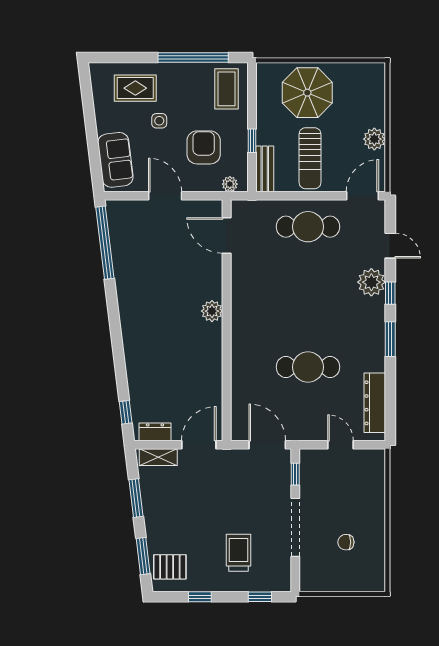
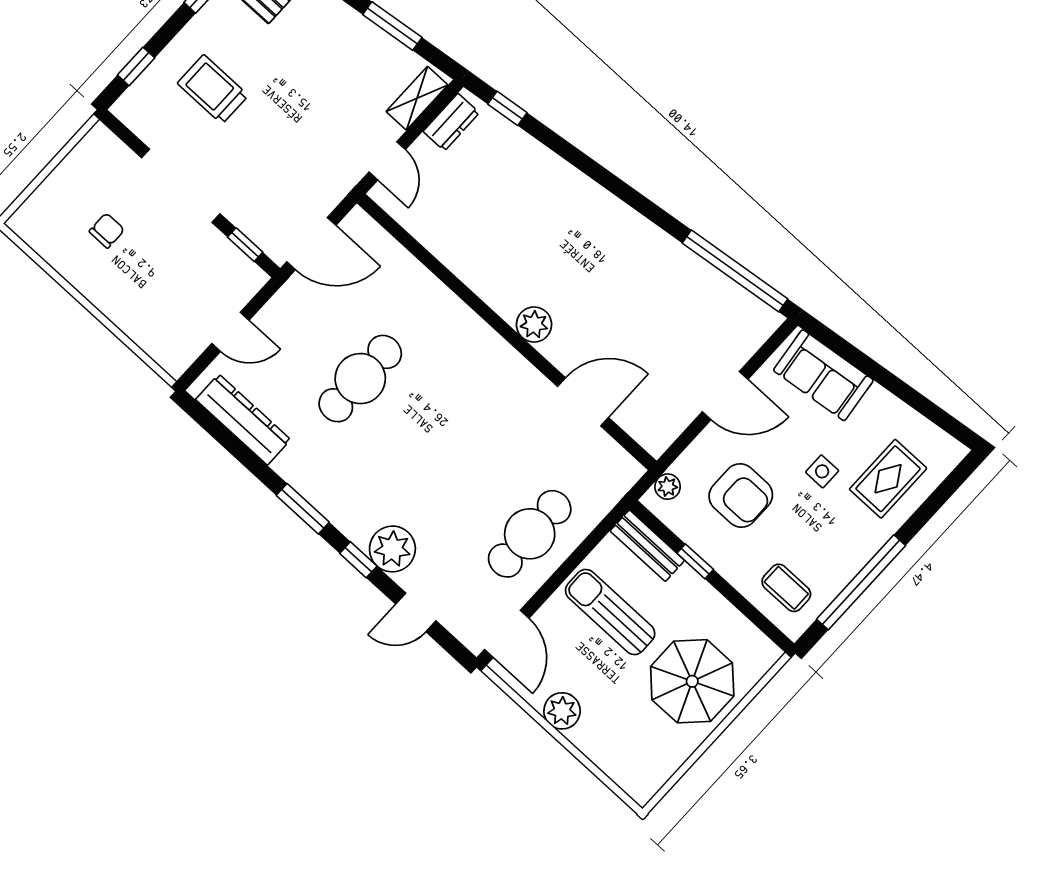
coffee table: (226, 89) -> (786, 588), width x0.73, depth x0.77
door: (227, 235) -> (583, 402), moved
door: (199, 445) -> (387, 161), width x0.73
trolley: (239, 553) -> (213, 89), turned 180

